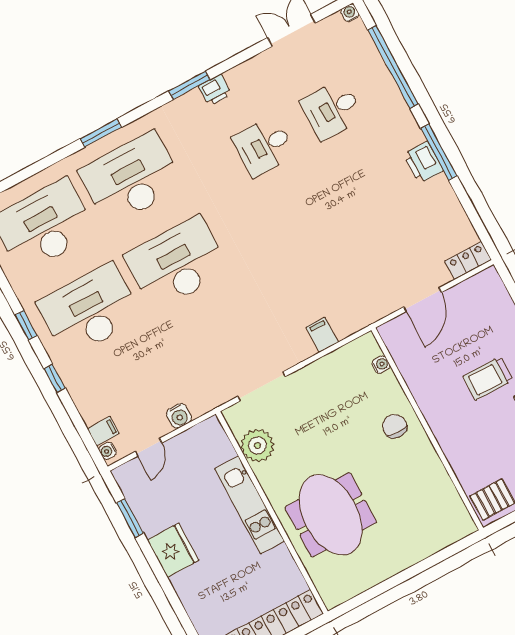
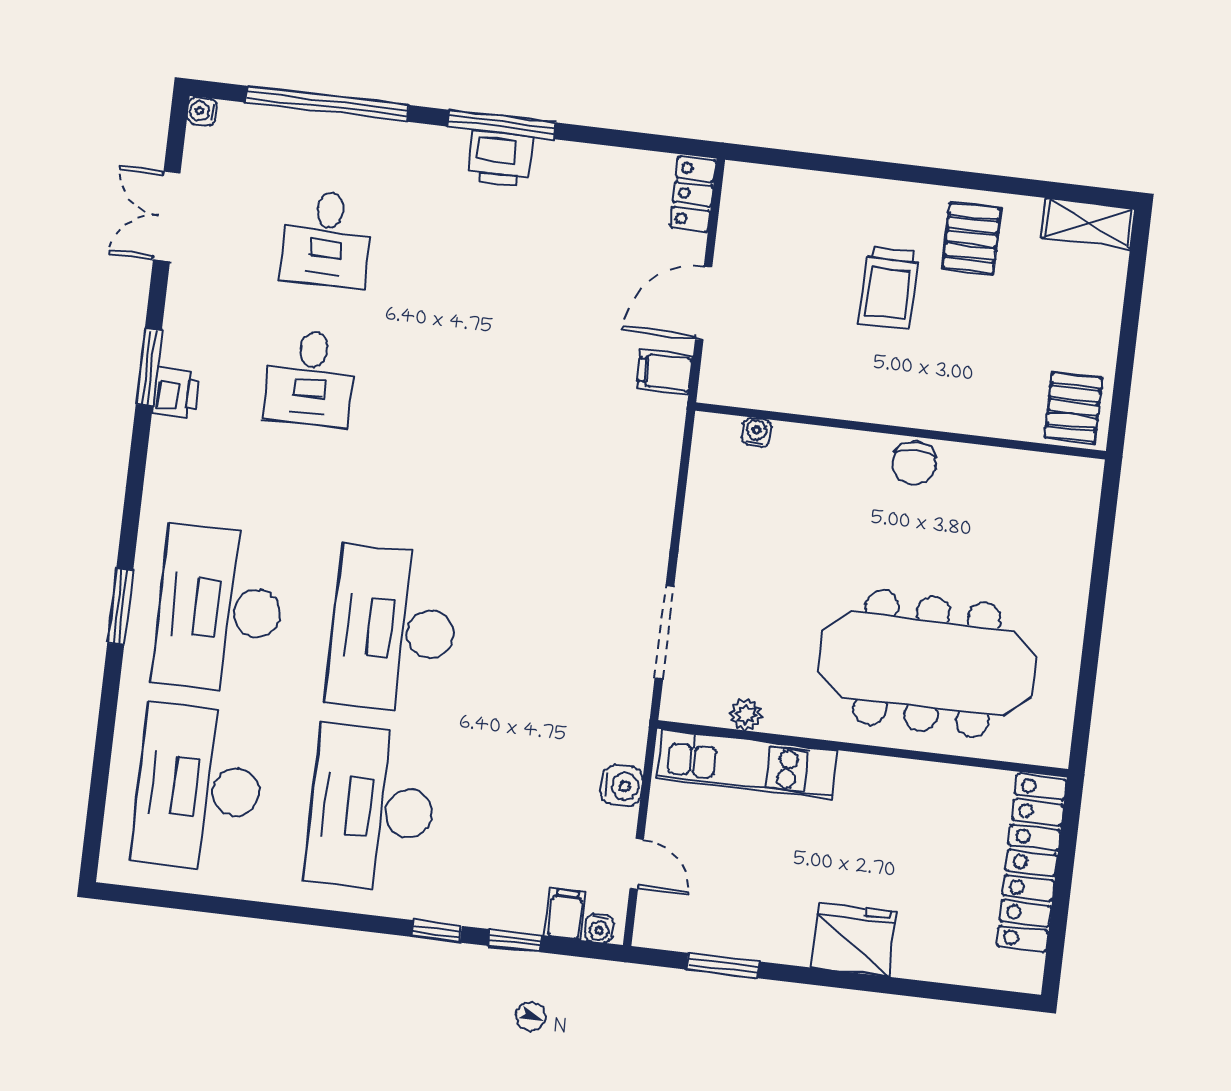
window: (189, 85) -> (149, 367), moved
door: (422, 300) -> (704, 303), swing flipped
window: (26, 325) -> (515, 941), moved
filing cabinet: (322, 335) -> (665, 372), moved
chair: (395, 426) -> (914, 464), moved, turned -90
plant: (257, 446) -> (746, 714), width x0.53, depth x0.53
kitchen unit: (250, 505) -> (747, 764), moved
meeting table: (331, 515) -> (927, 664), width x1.36
fridge: (173, 550) -> (854, 940), moved

